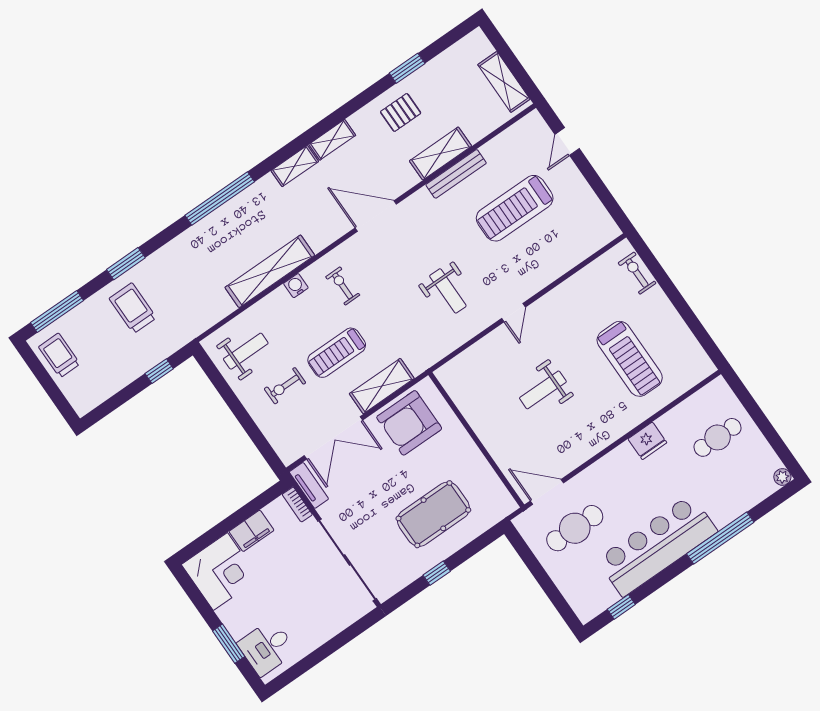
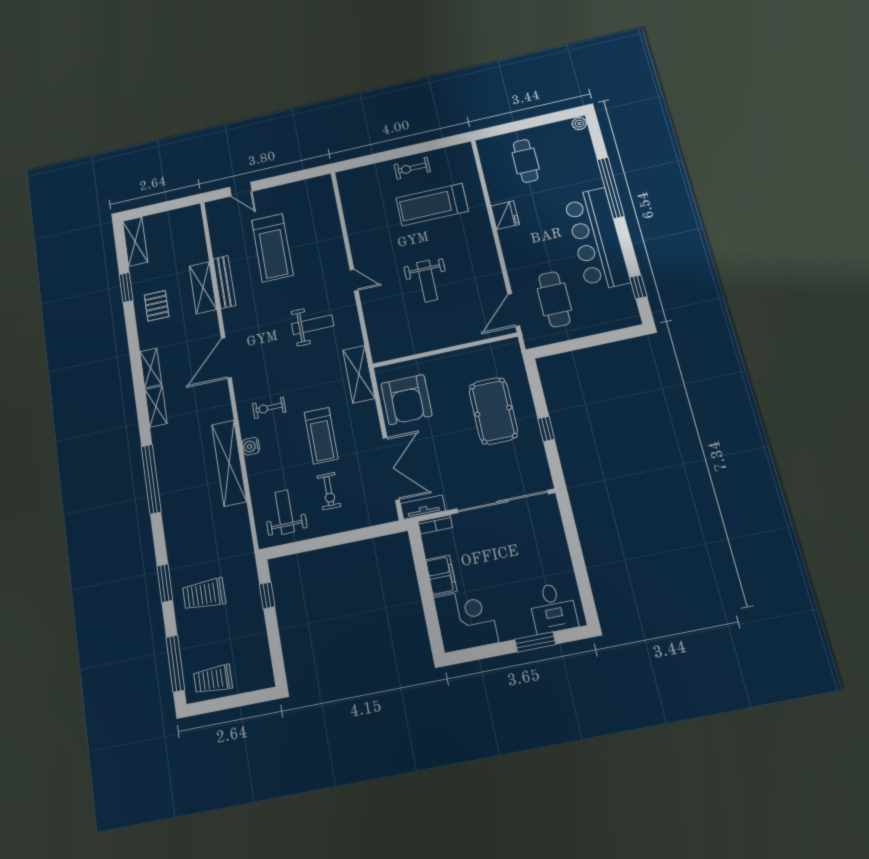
shelving: (504, 82) -> (135, 242), moved, turned 90
exercise bike: (637, 273) -> (412, 168), moved
treadmill: (630, 359) -> (432, 205), turned 180
shelving: (382, 386) -> (359, 374), moved

